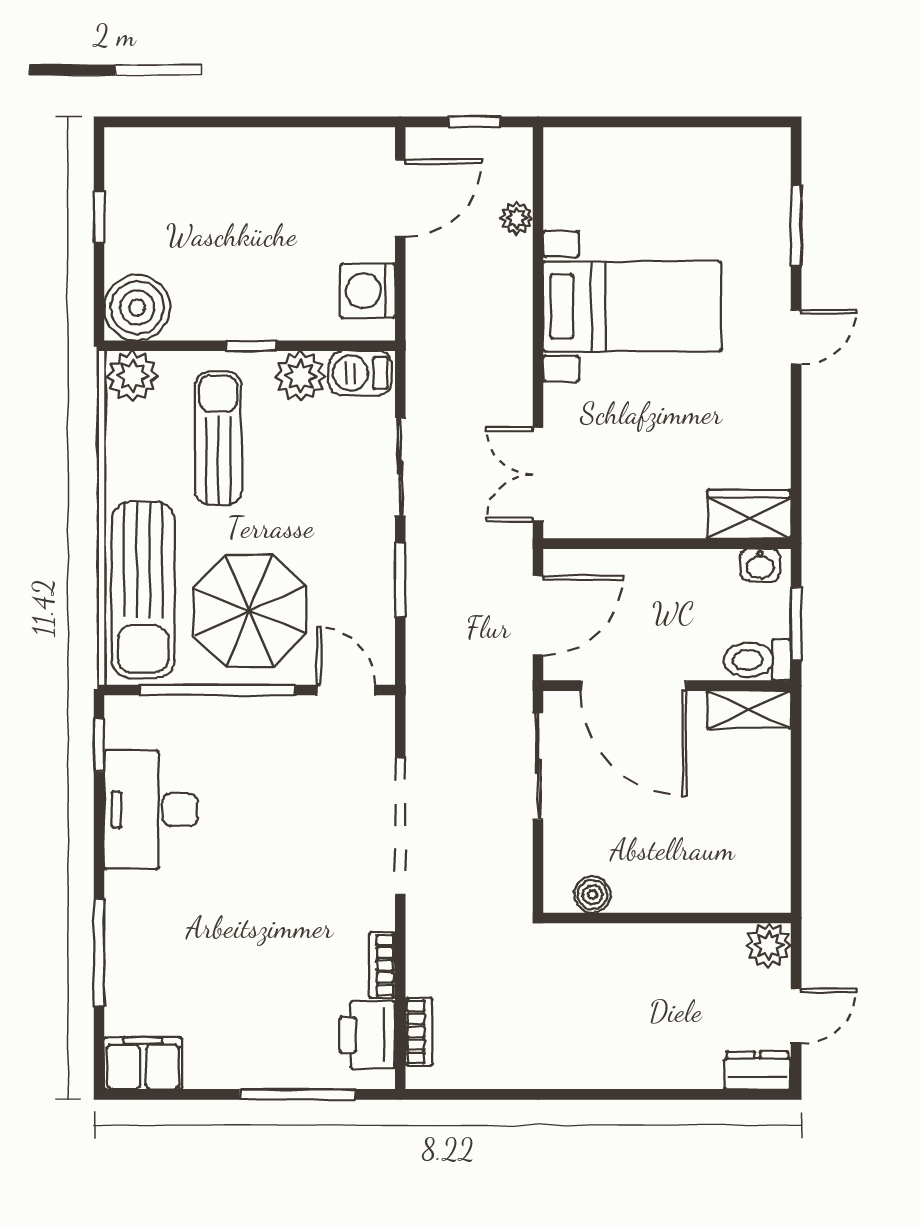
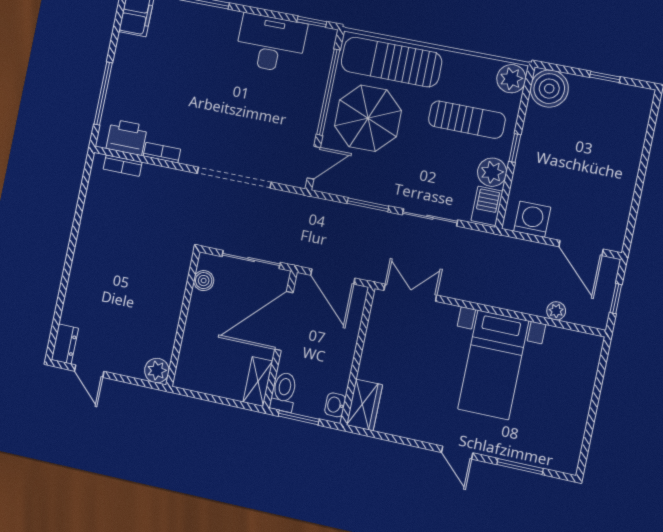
boiler: (593, 895) -> (204, 281), moved
wall: (667, 918) -> (183, 318), moved
plant: (769, 945) -> (157, 371), moved

